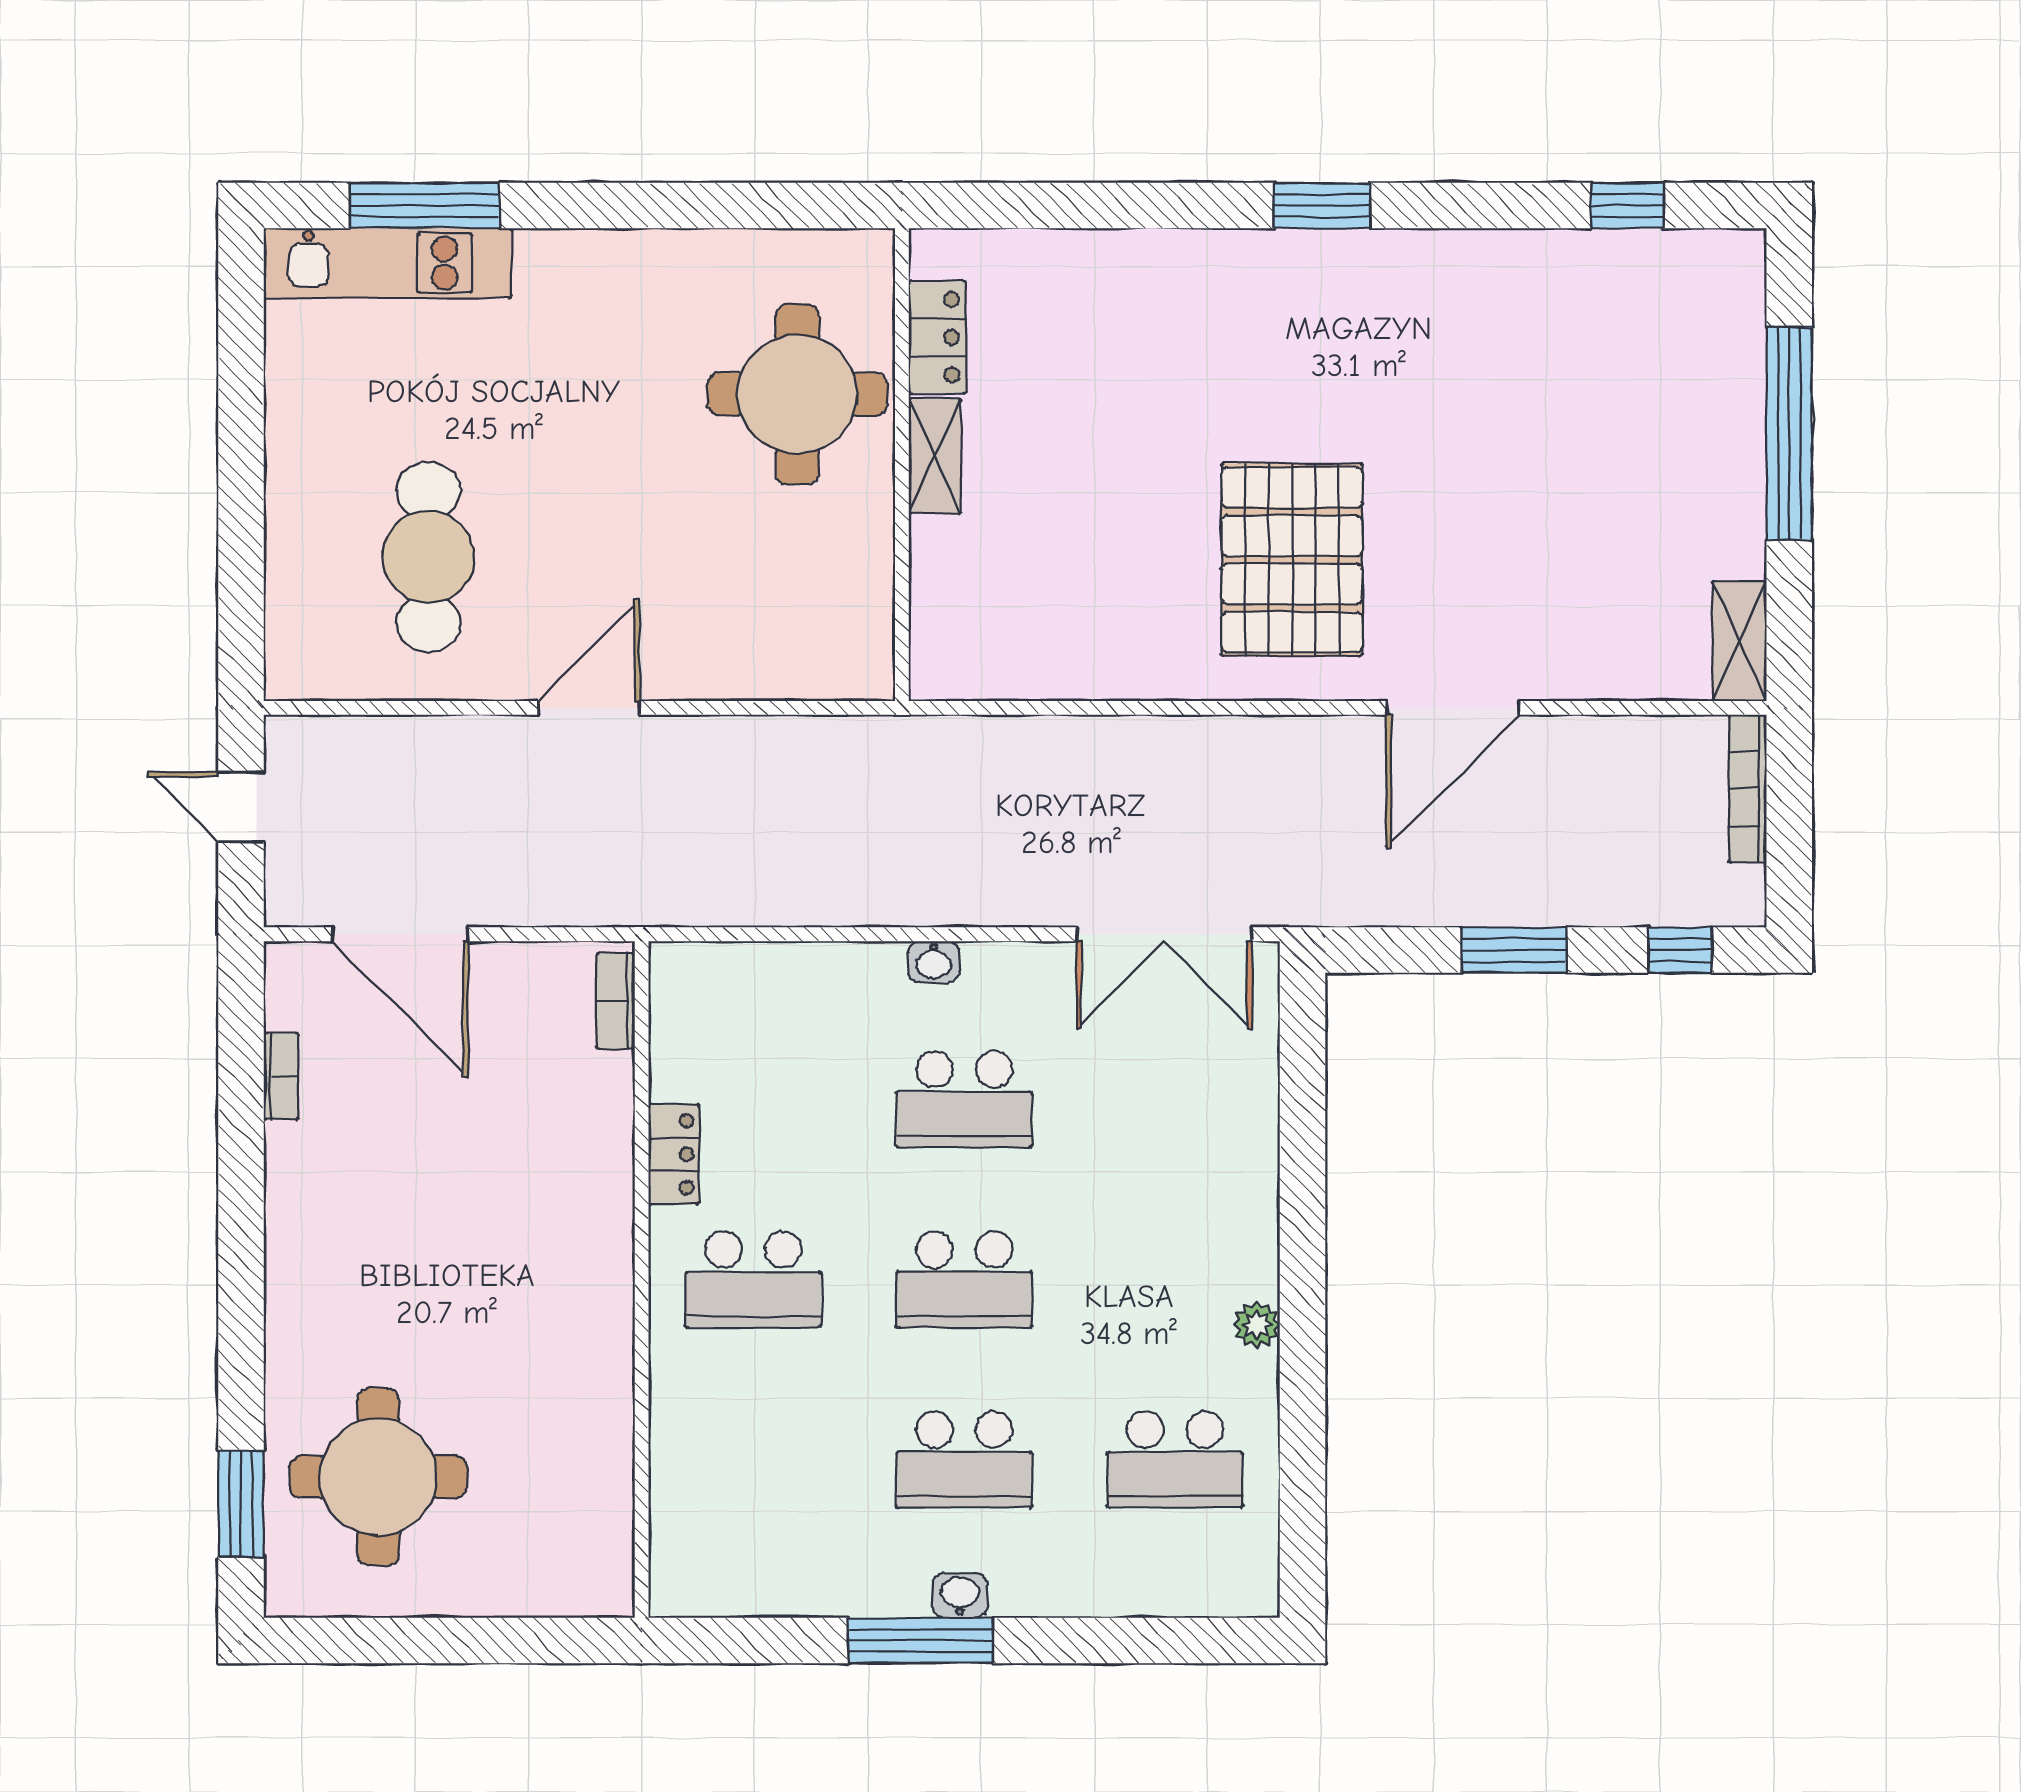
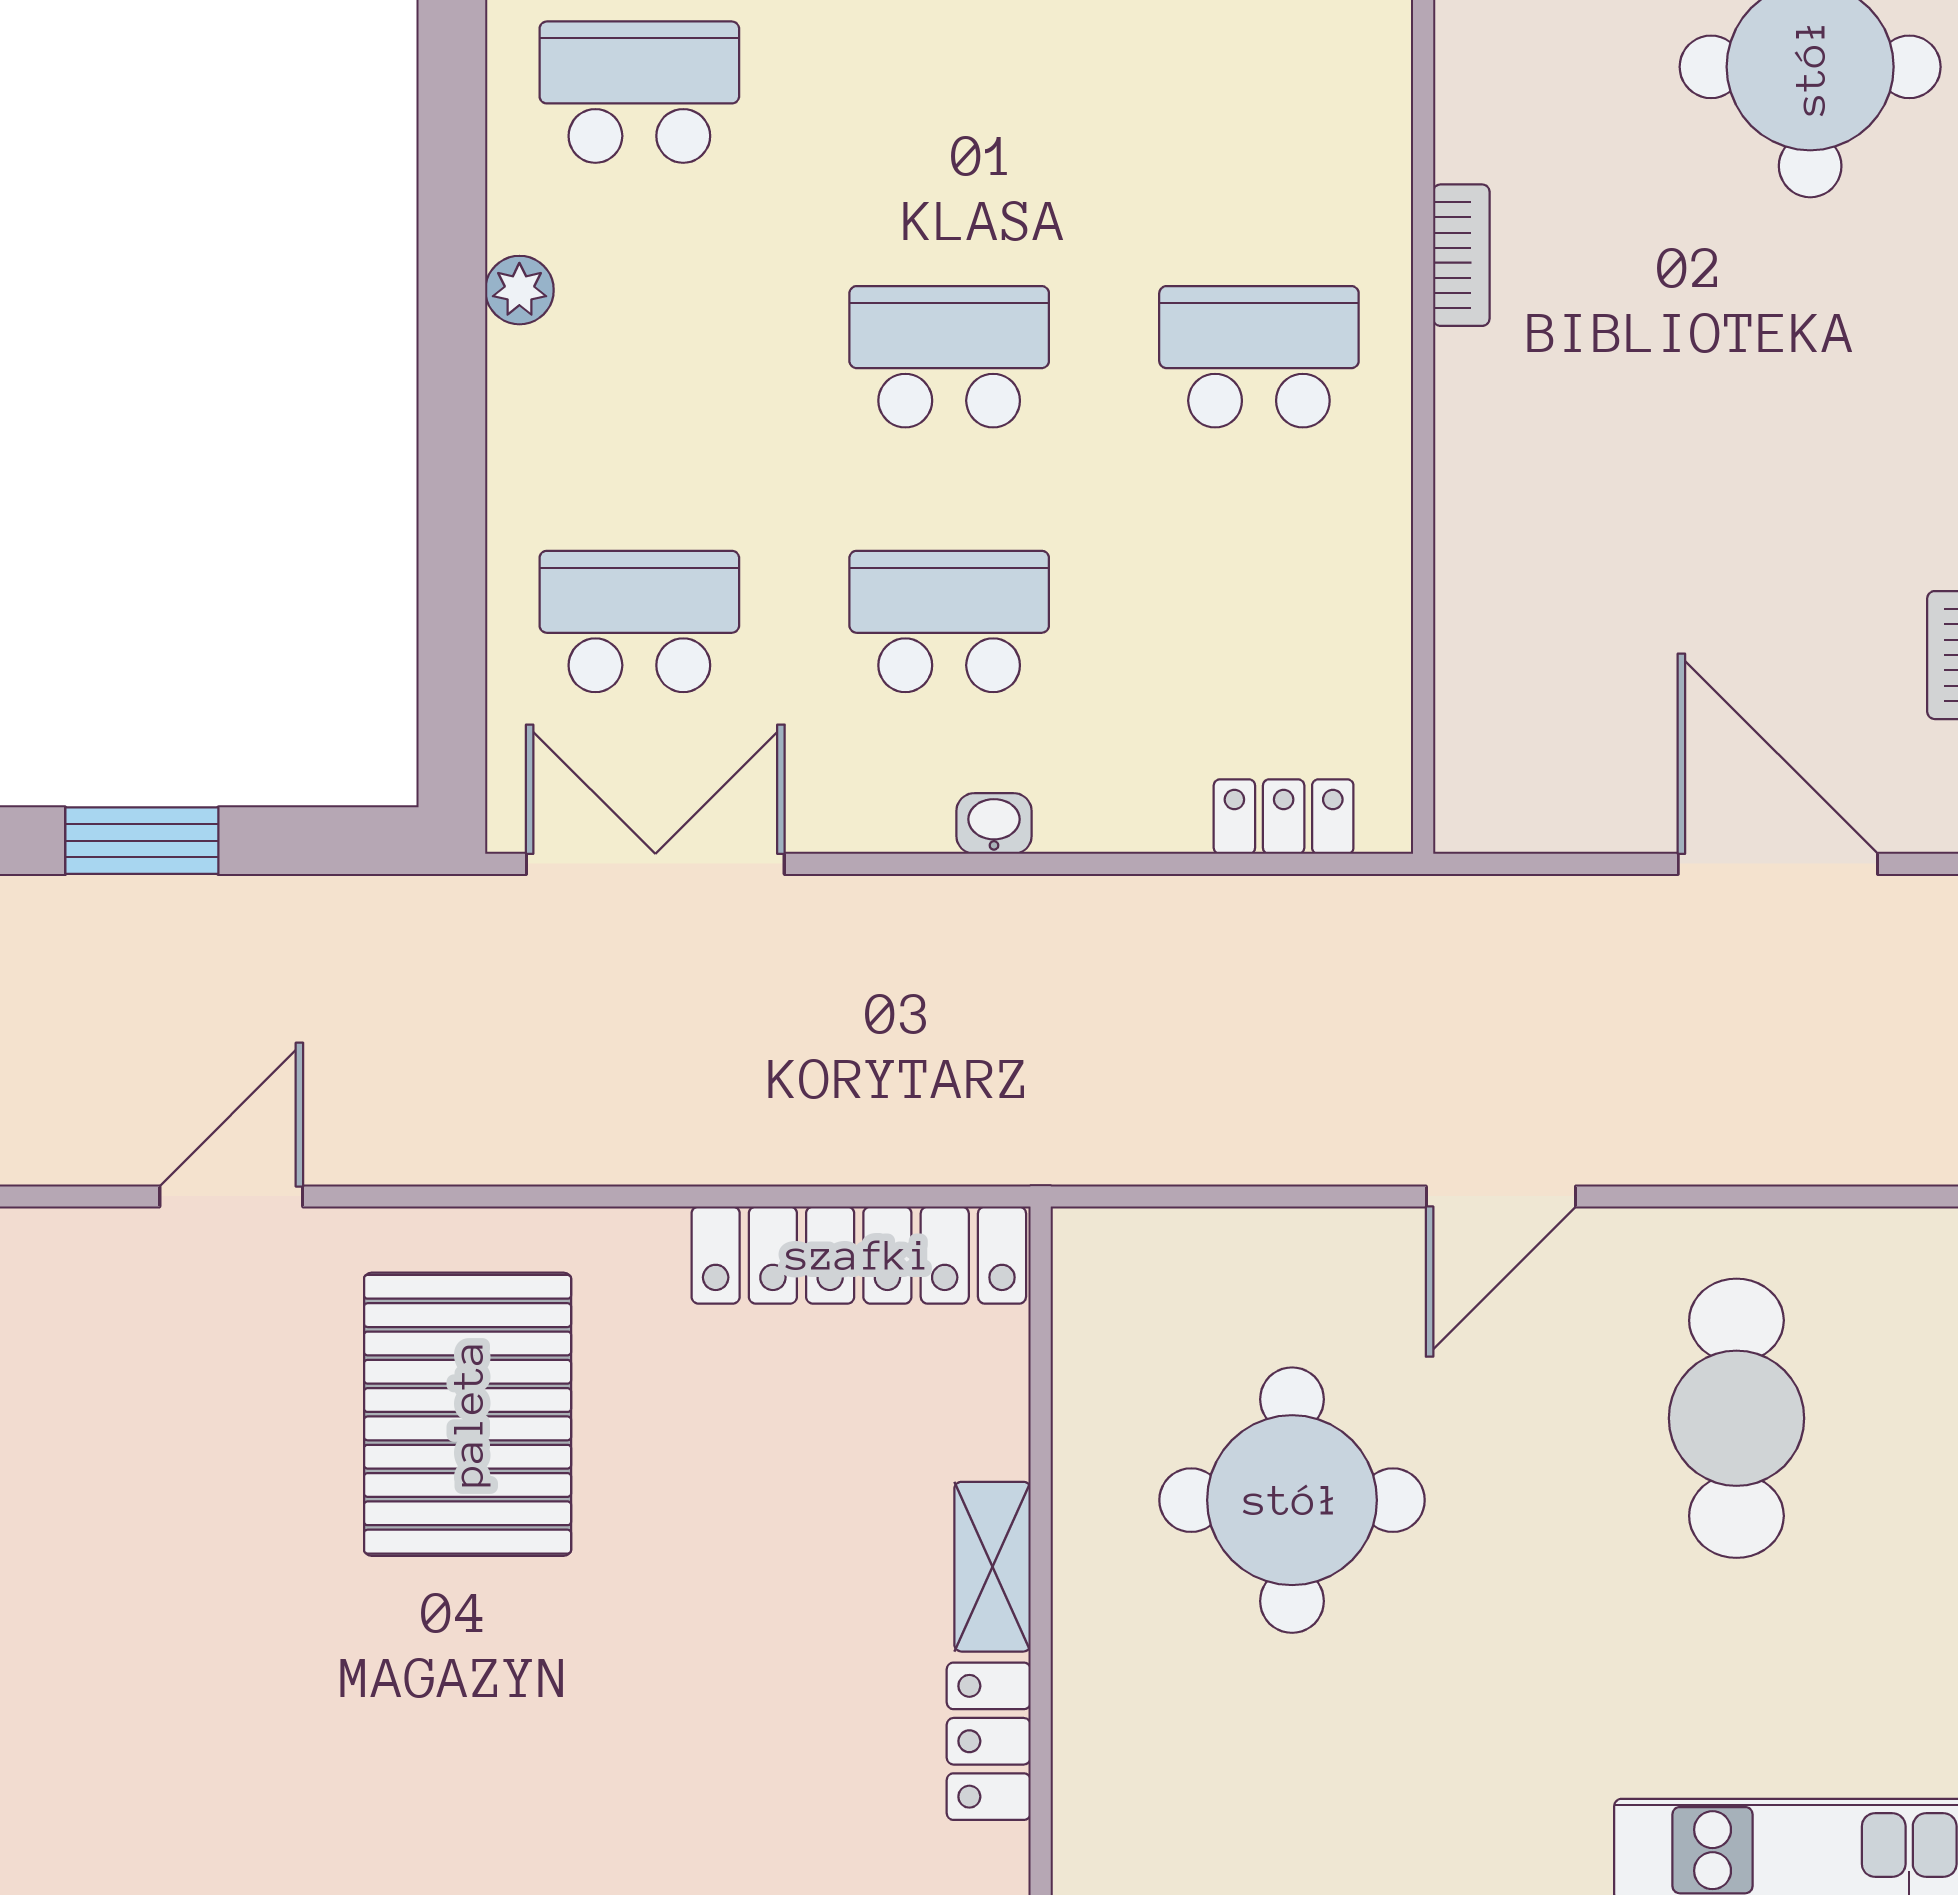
round table: (797, 394) -> (1292, 1500), moved
locker: (1026, 668) -> (859, 1255), added
door: (1453, 708) -> (231, 1196), width x0.73
bookcase: (616, 1001) -> (1461, 255), moved
locker: (674, 1154) -> (1284, 817), moved, turned 90
school desk: (964, 1460) -> (639, 621), moved

